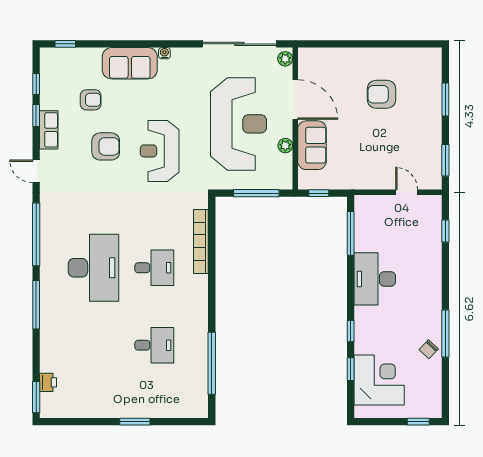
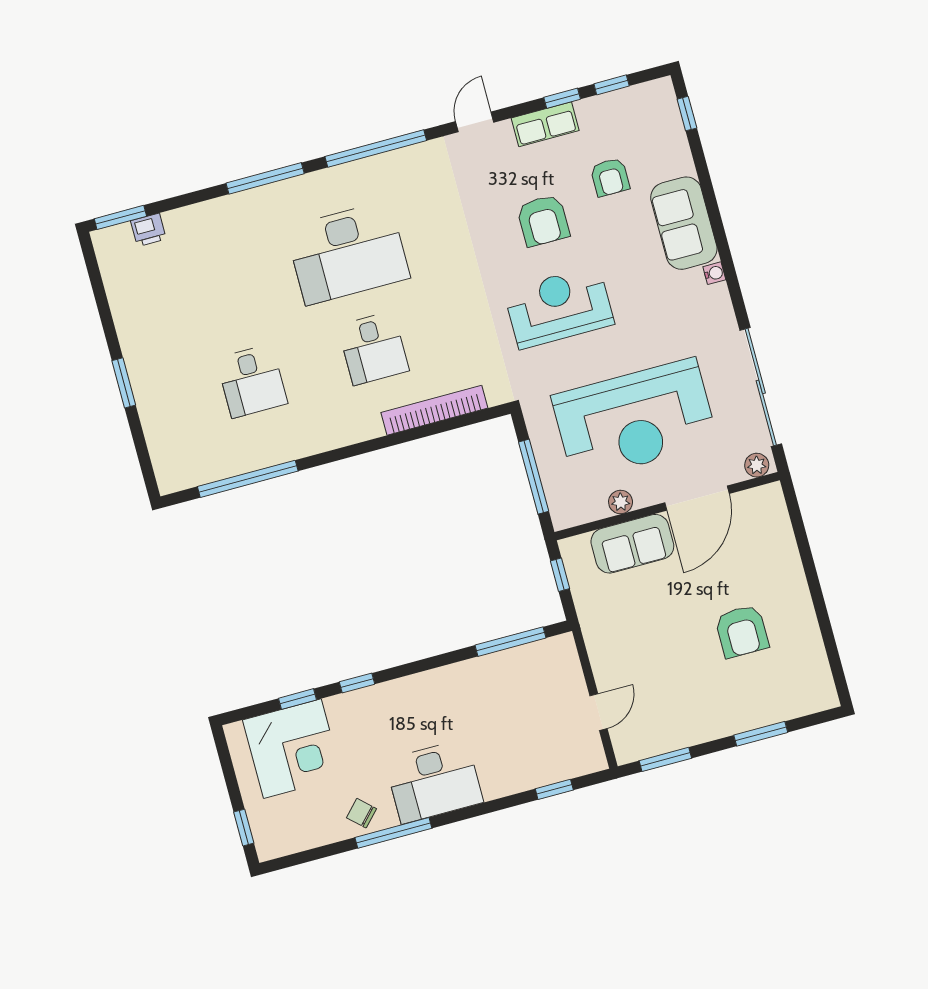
armchair: (382, 94) -> (742, 631), turned 180
desk: (375, 279) -> (434, 781), moved, turned 180

